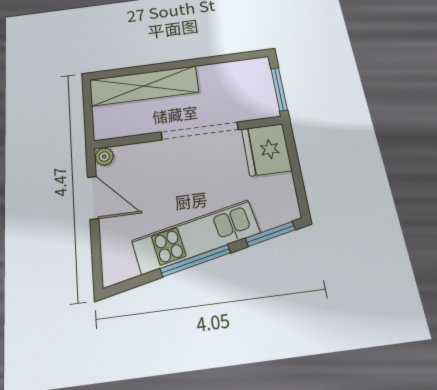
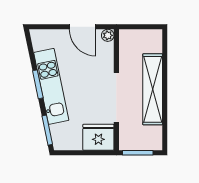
shelving: (144, 86) -> (153, 89), moved
door: (93, 198) -> (83, 27), hinge flipped
window: (195, 261) -> (38, 84), width x0.69

